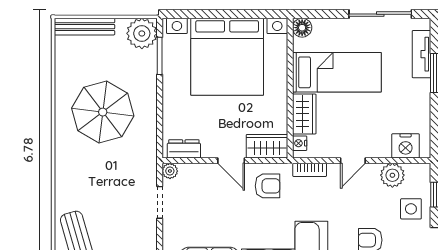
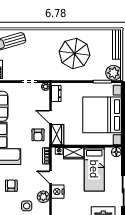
nightstand: (406, 146) -> (58, 192), moved
door: (231, 161) -> (51, 117), hinge flipped

